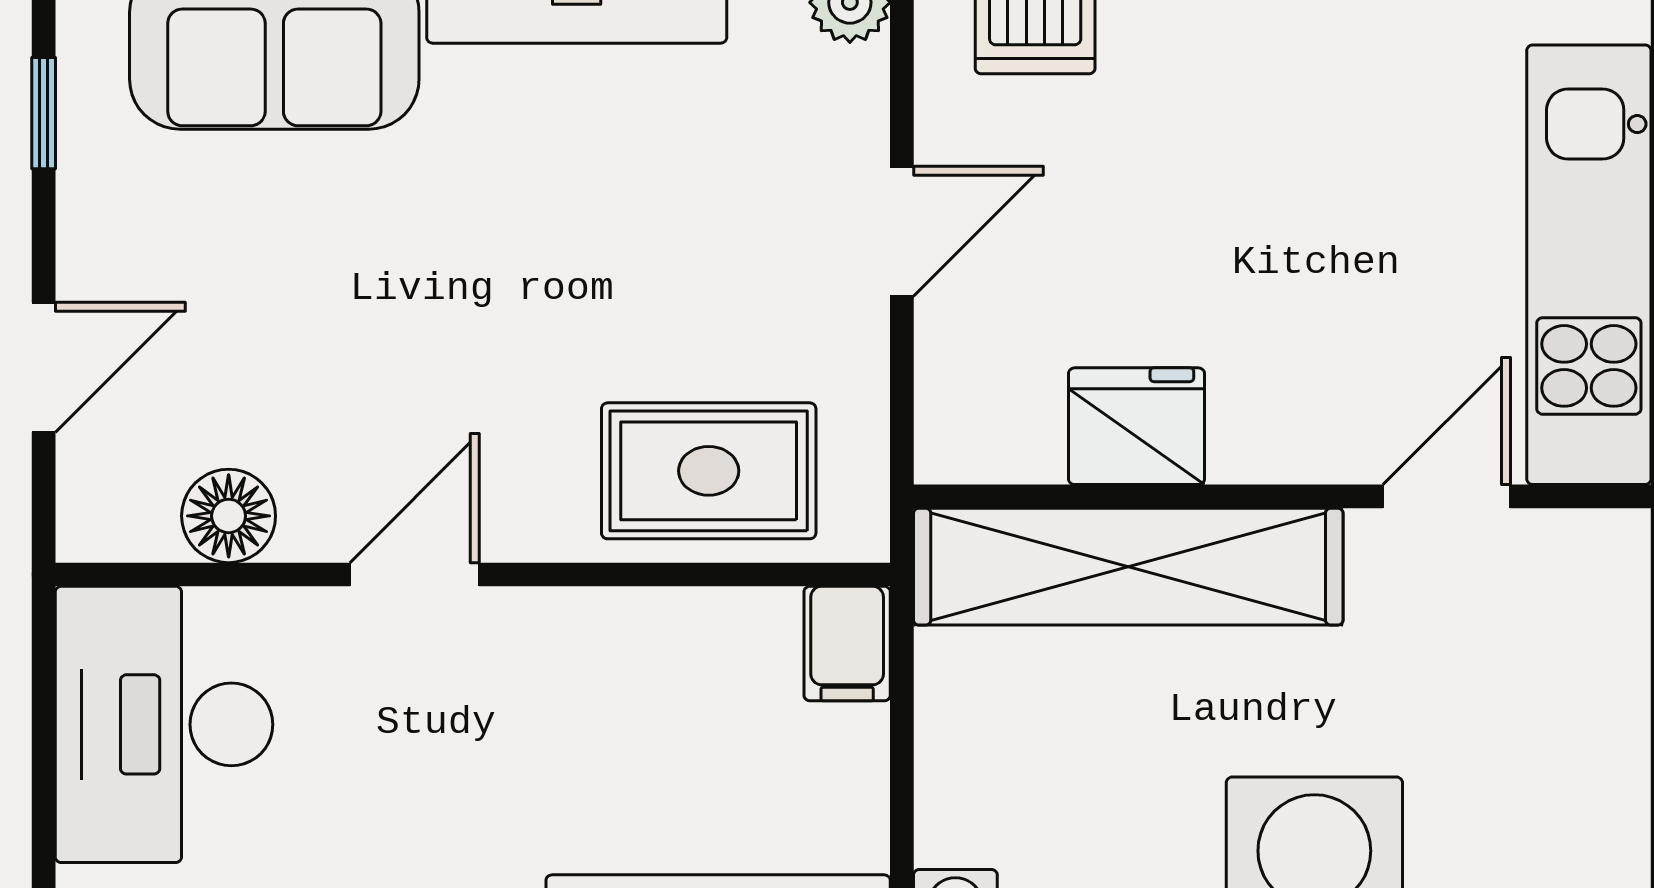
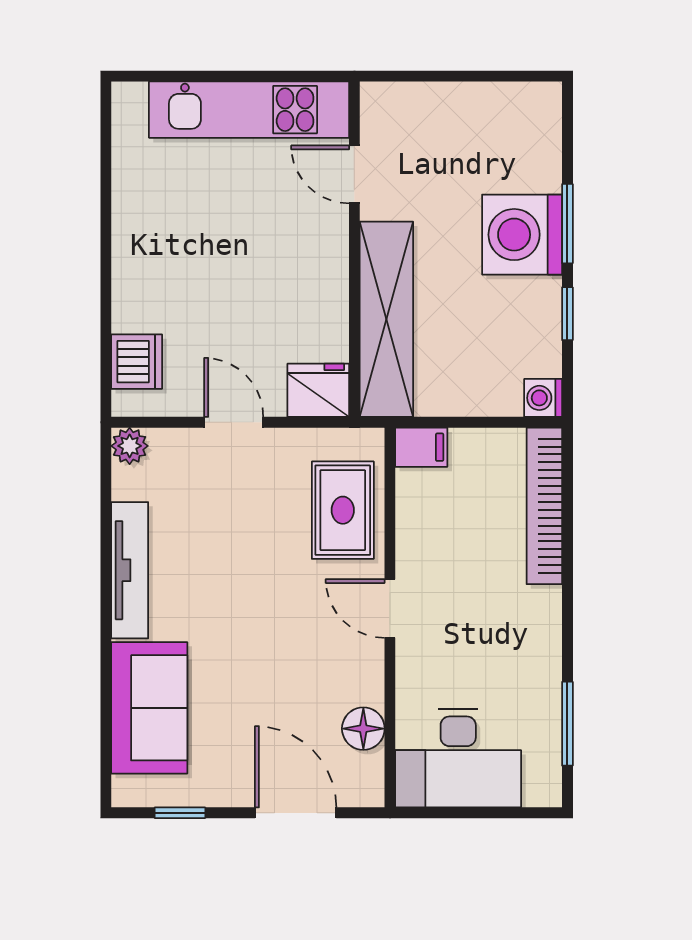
door: (44, 367) -> (296, 813), width x1.38
fridge: (1137, 426) -> (318, 390), moved, turned 90
door: (415, 574) -> (390, 608), moved

